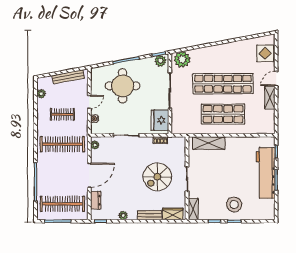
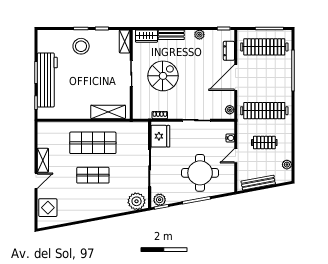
shop shelf: (223, 84) -> (93, 175), width x0.50, depth x0.74

